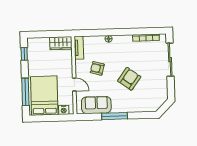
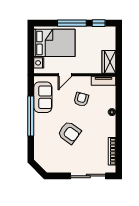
window: (25, 92) -> (72, 23), moved
window: (115, 116) -> (31, 116), width x1.46

